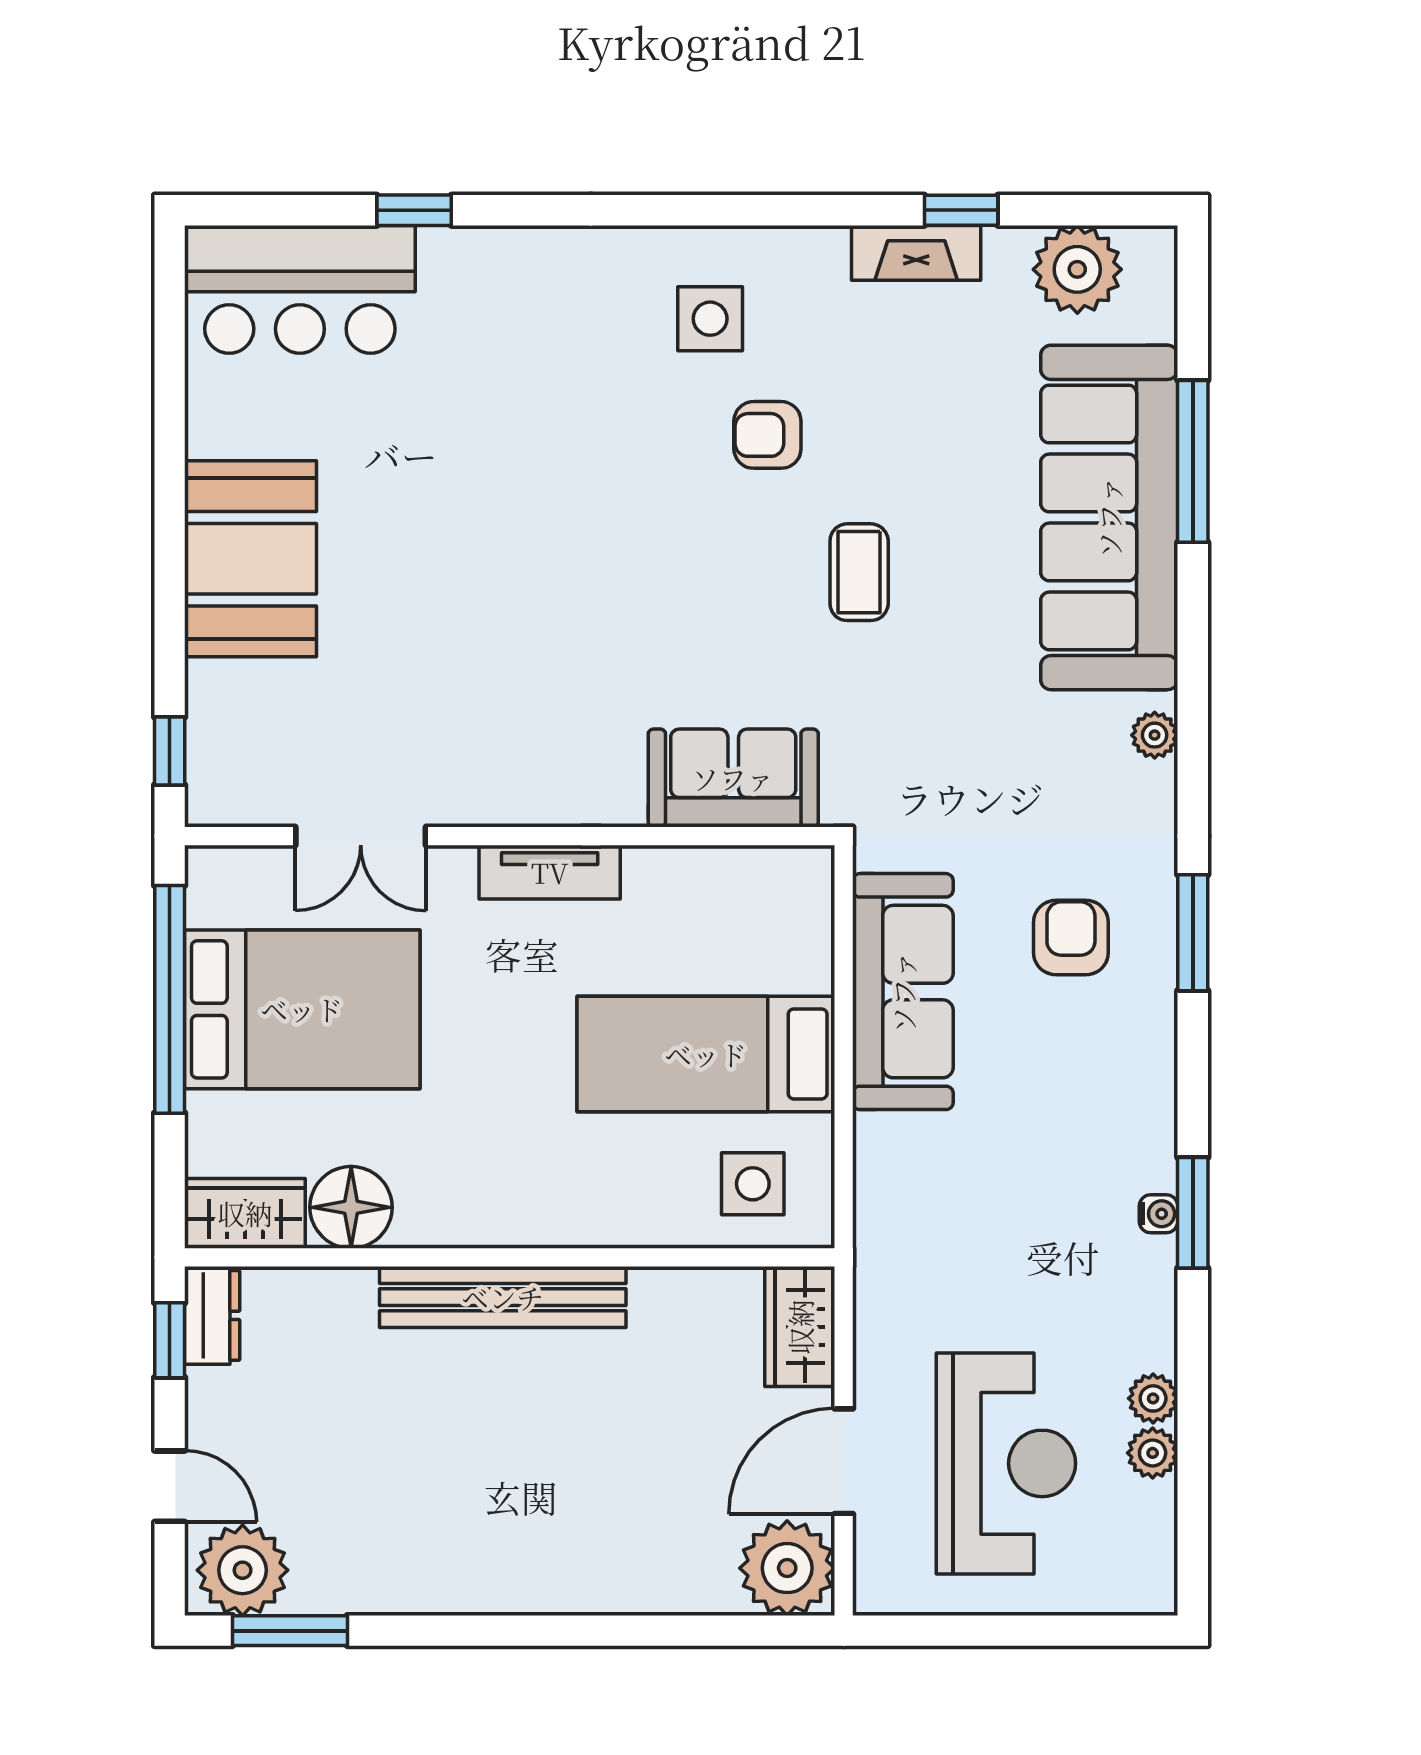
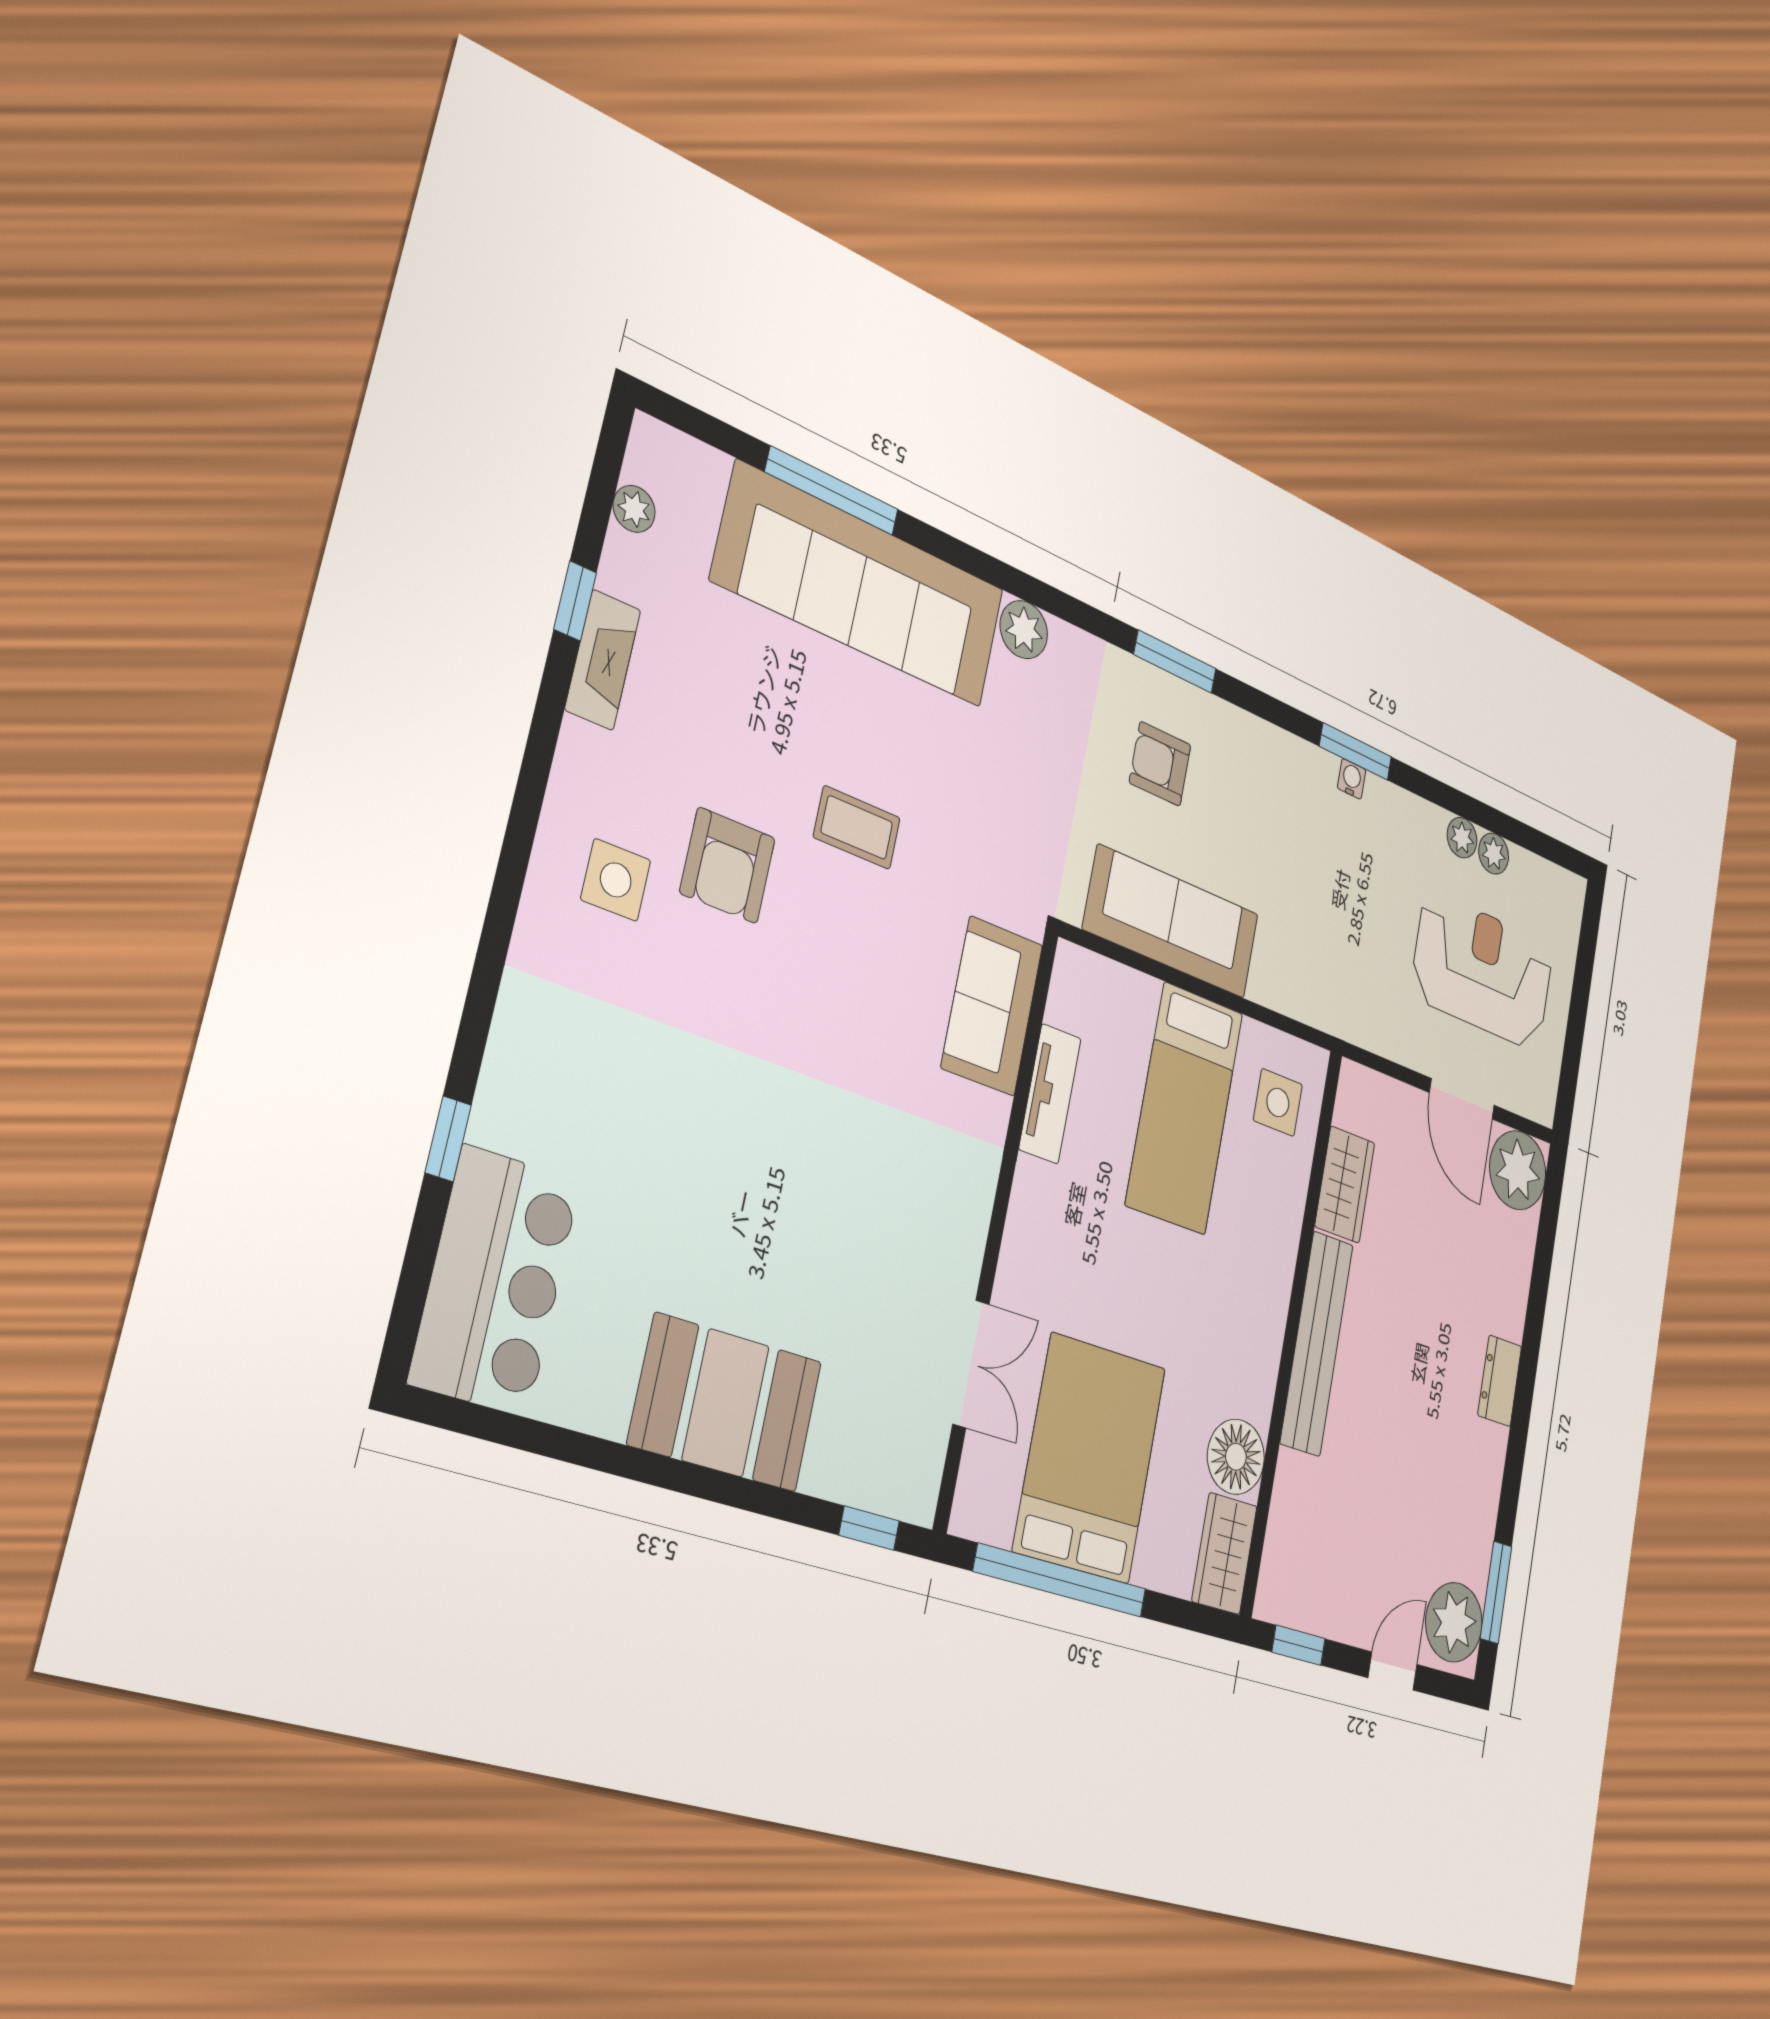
plant: (1077, 269) -> (634, 509), width x0.53, depth x0.53
armchair: (767, 435) -> (727, 865), width x1.38, depth x1.38
plant: (1155, 735) -> (1024, 630), width x1.38, depth x1.38
tv unit: (550, 872) -> (1050, 1094), moved
dresser: (212, 1315) -> (1500, 1381), moved, turned -90
wardrobe: (800, 1327) -> (1345, 1184), moved, turned -90

